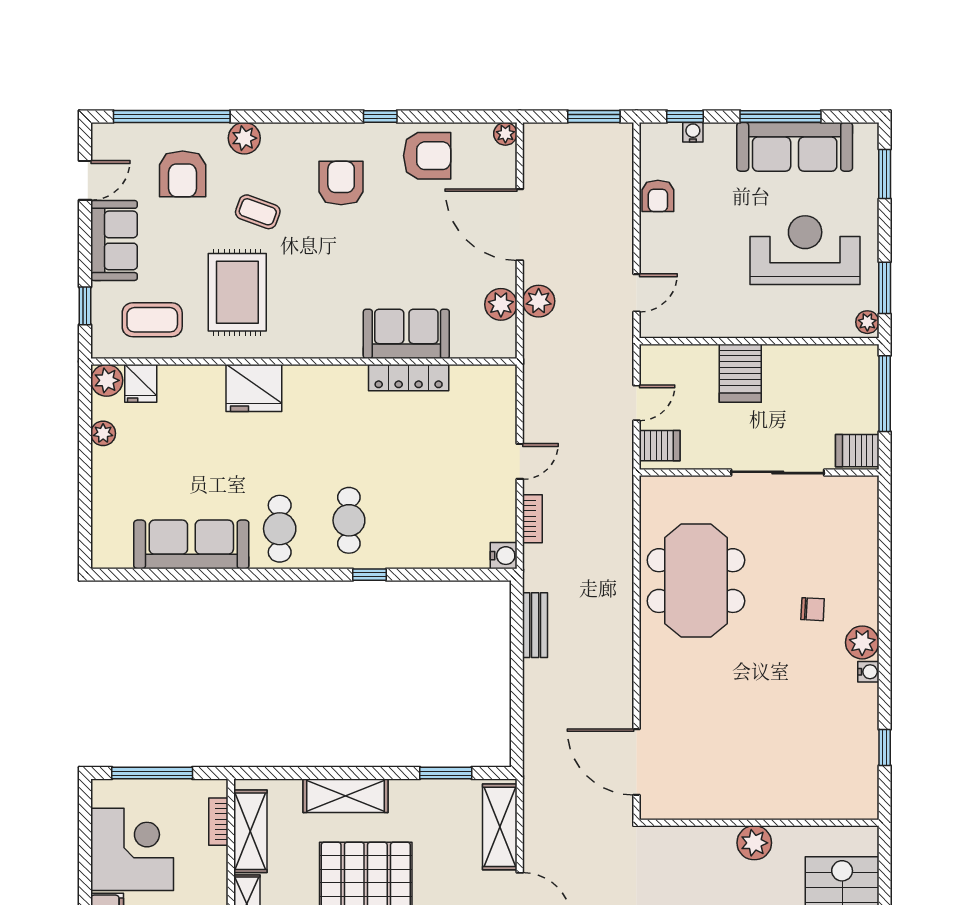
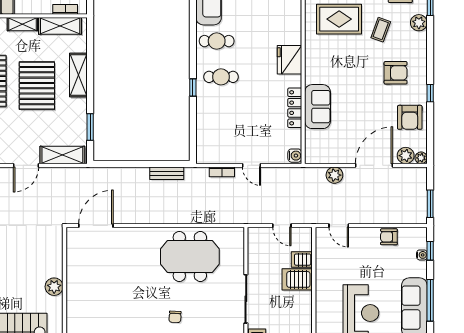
plant: (501, 304) -> (406, 156), moved
fridge: (254, 388) -> (289, 60), moved
server rack: (660, 446) -> (302, 260), moved, turned 90
water cooler: (504, 556) -> (295, 156), moved, turned -90

